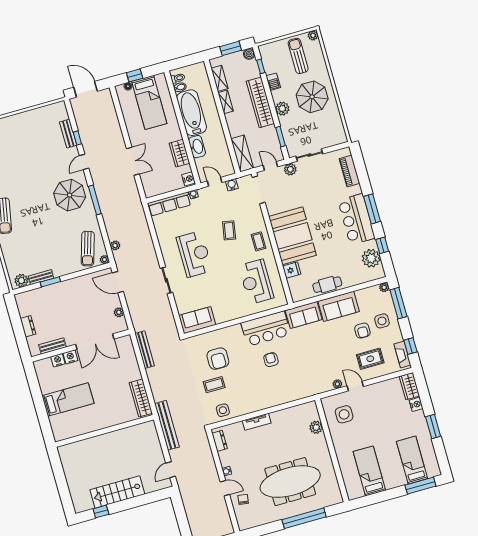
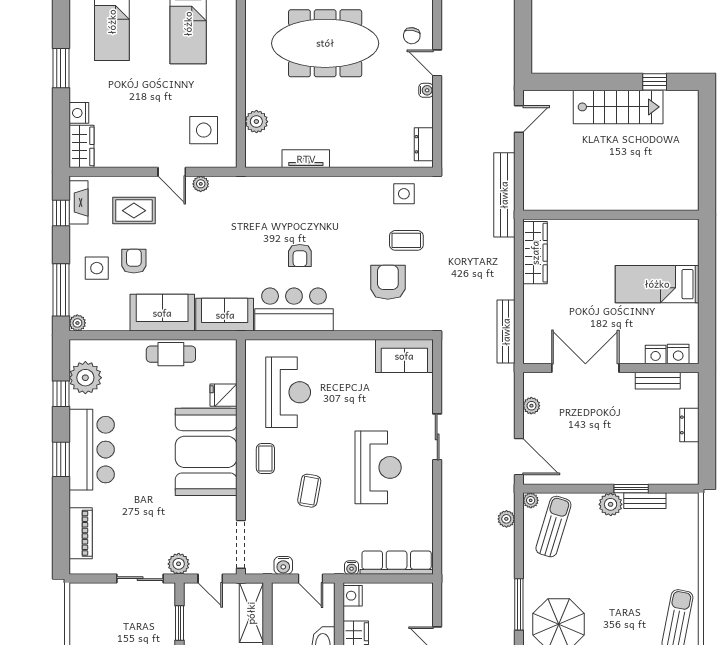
window: (372, 209) -> (61, 459), width x0.69
reception desk: (194, 254) -> (378, 467), turned 180
plant: (21, 281) -> (611, 504), moved
nightstand: (70, 357) -> (678, 354), moved
tv unit: (257, 422) -> (306, 159), moved

